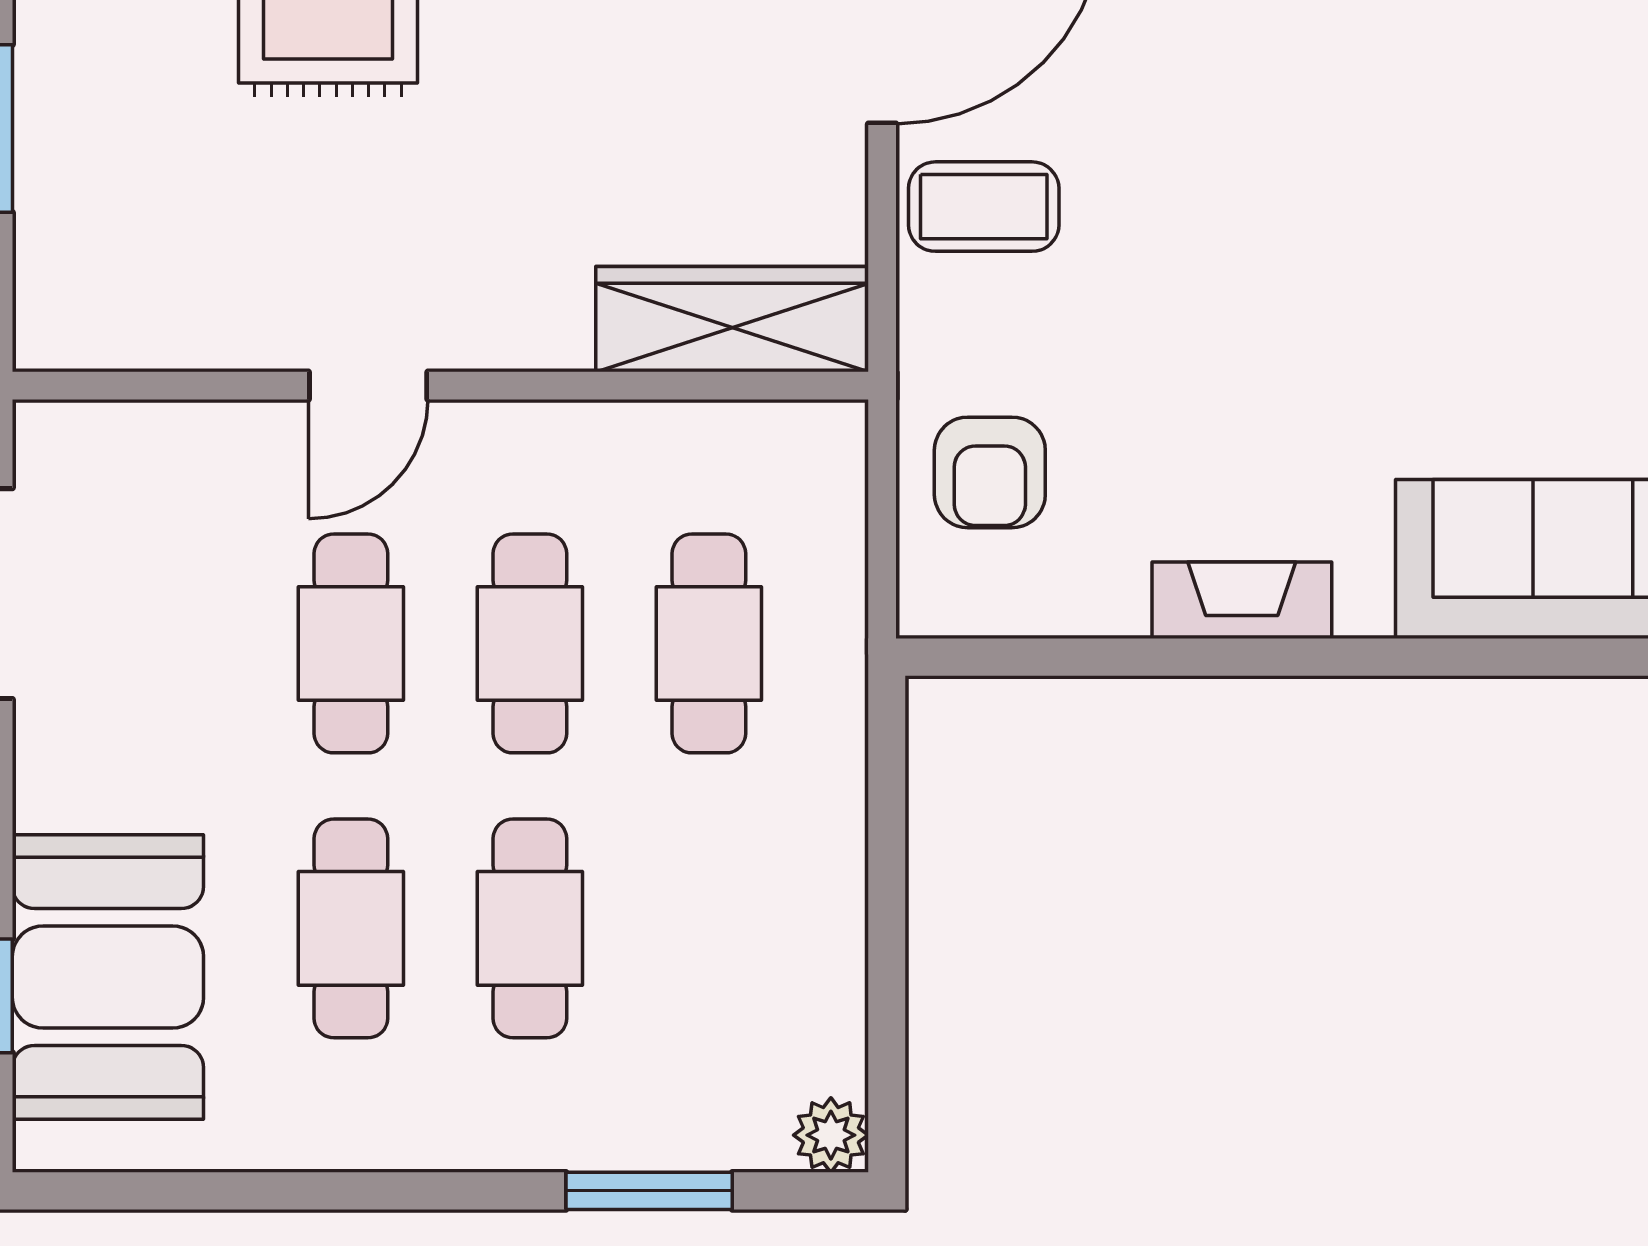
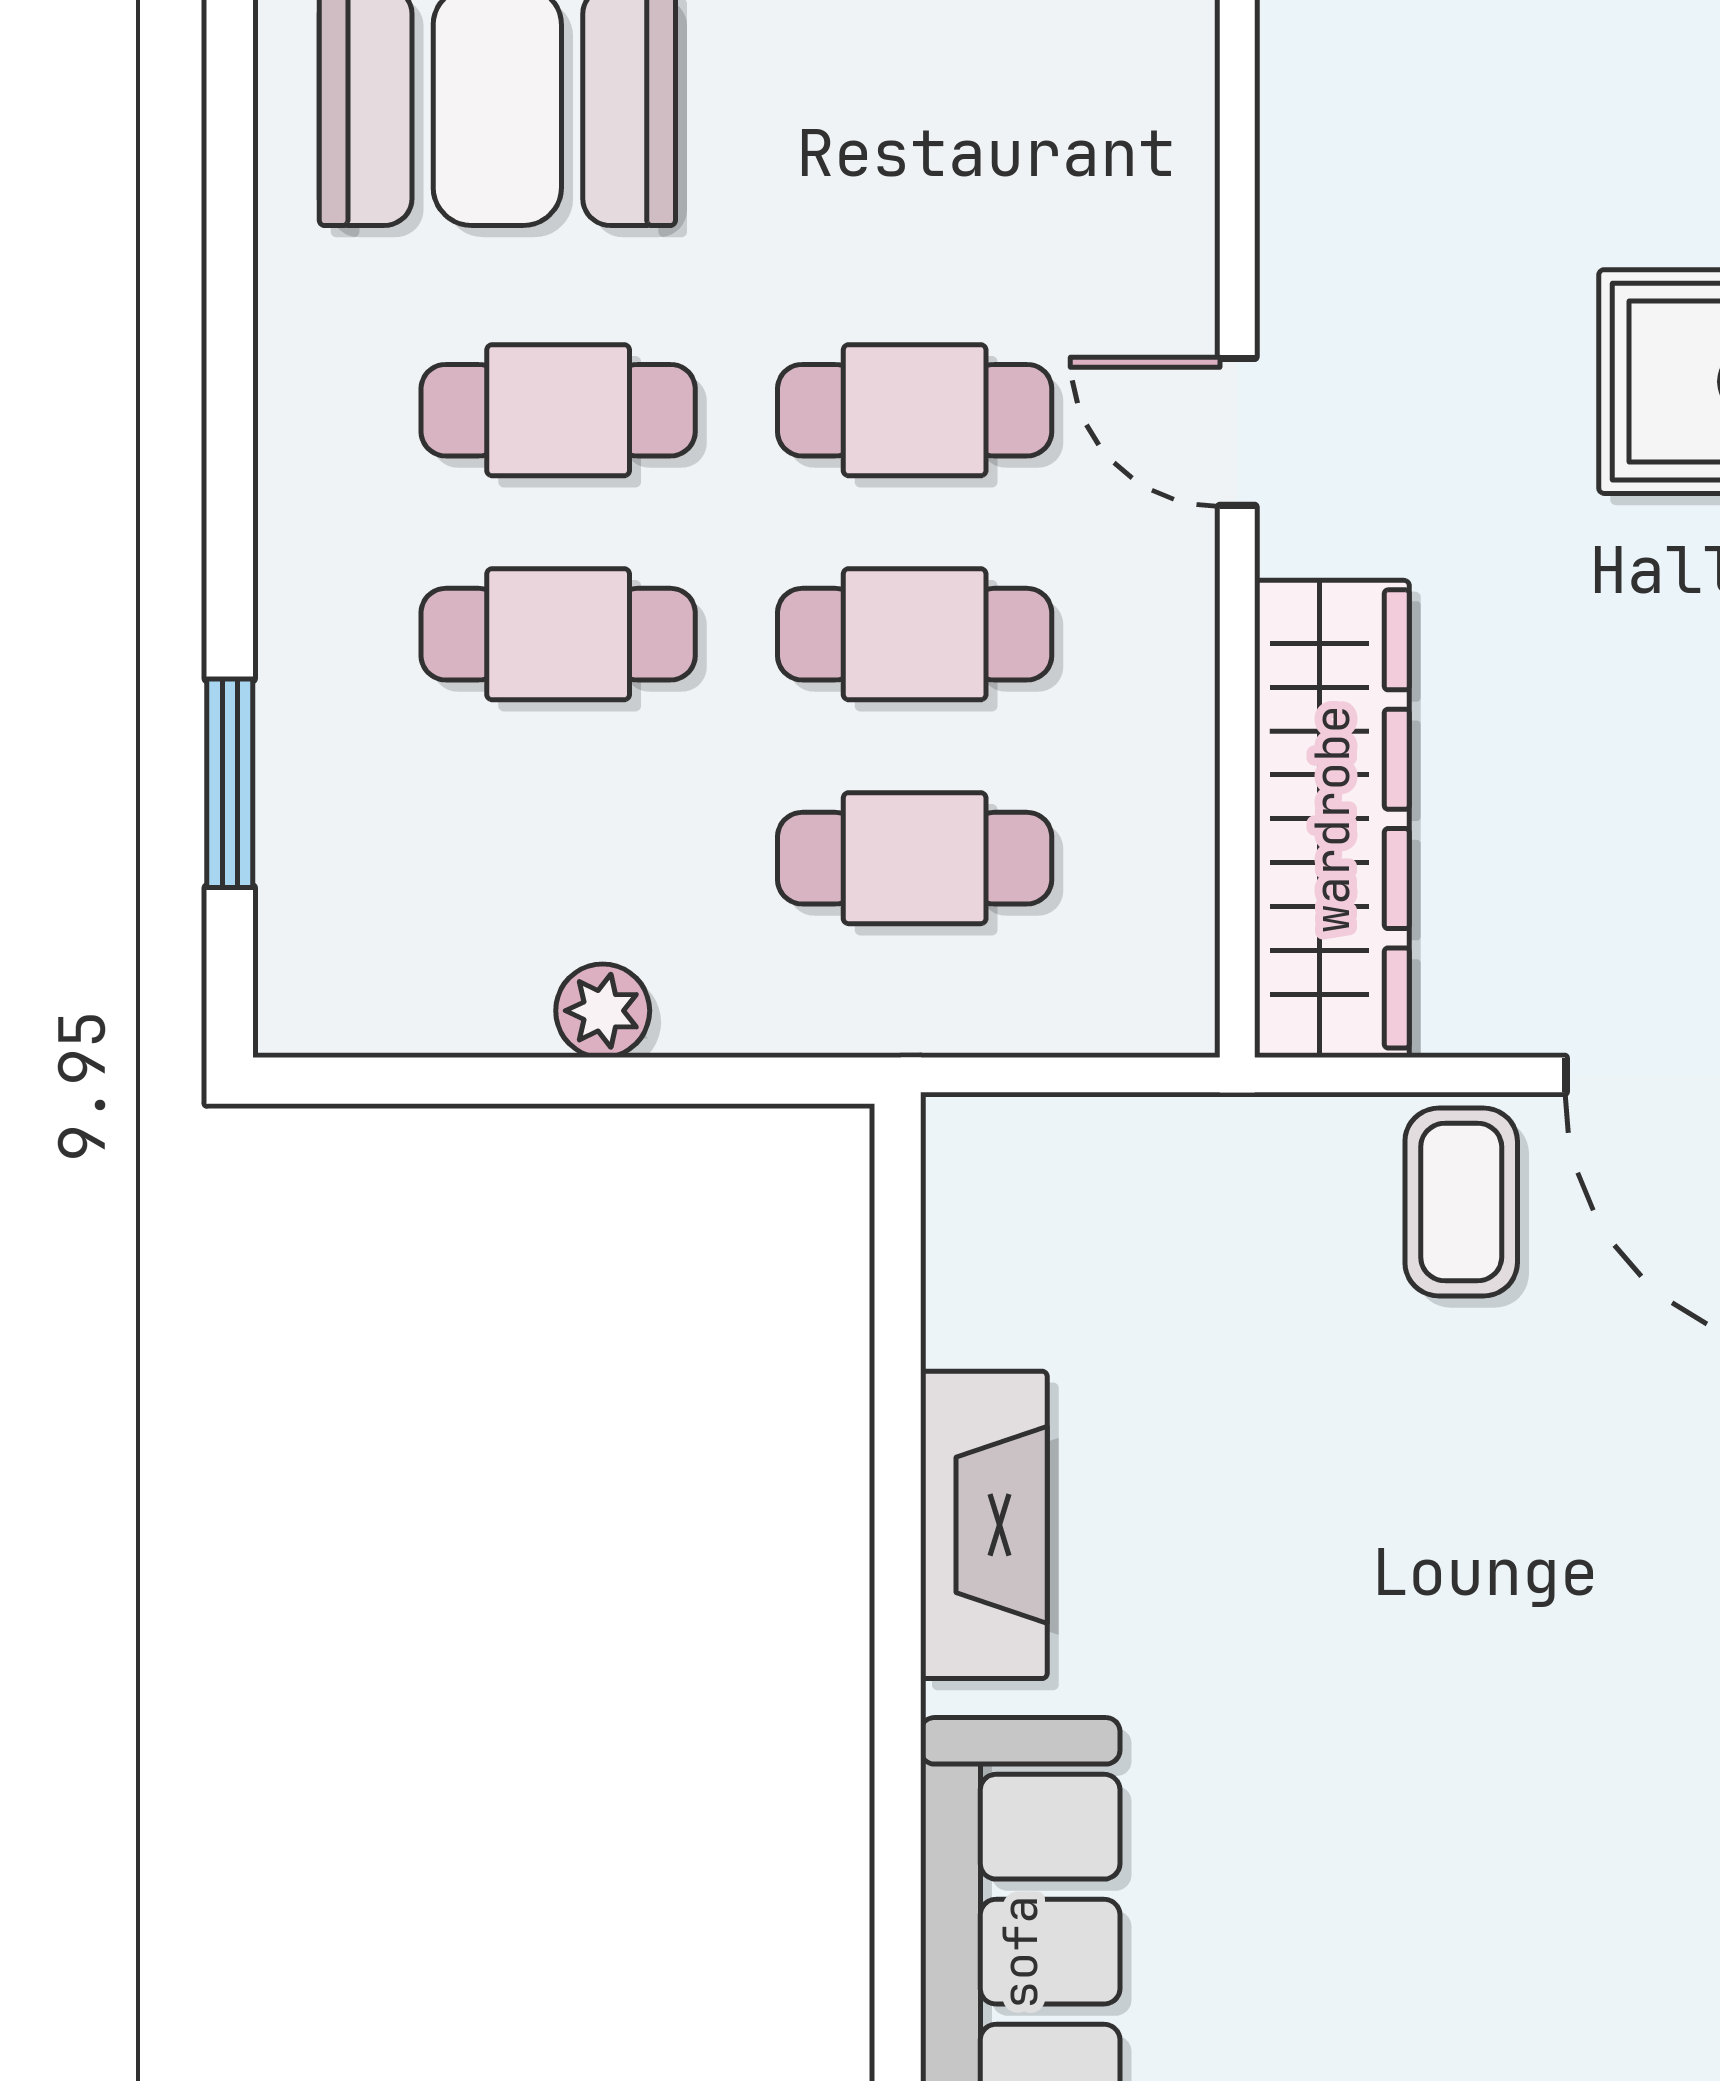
wardrobe: (732, 319) -> (1332, 819), width x1.40, depth x1.17
armchair: (990, 472) -> (1129, 1210), removed
fireplace: (1242, 600) -> (984, 1525), width x1.37, depth x1.32
plant: (831, 1135) -> (603, 1011), moved

